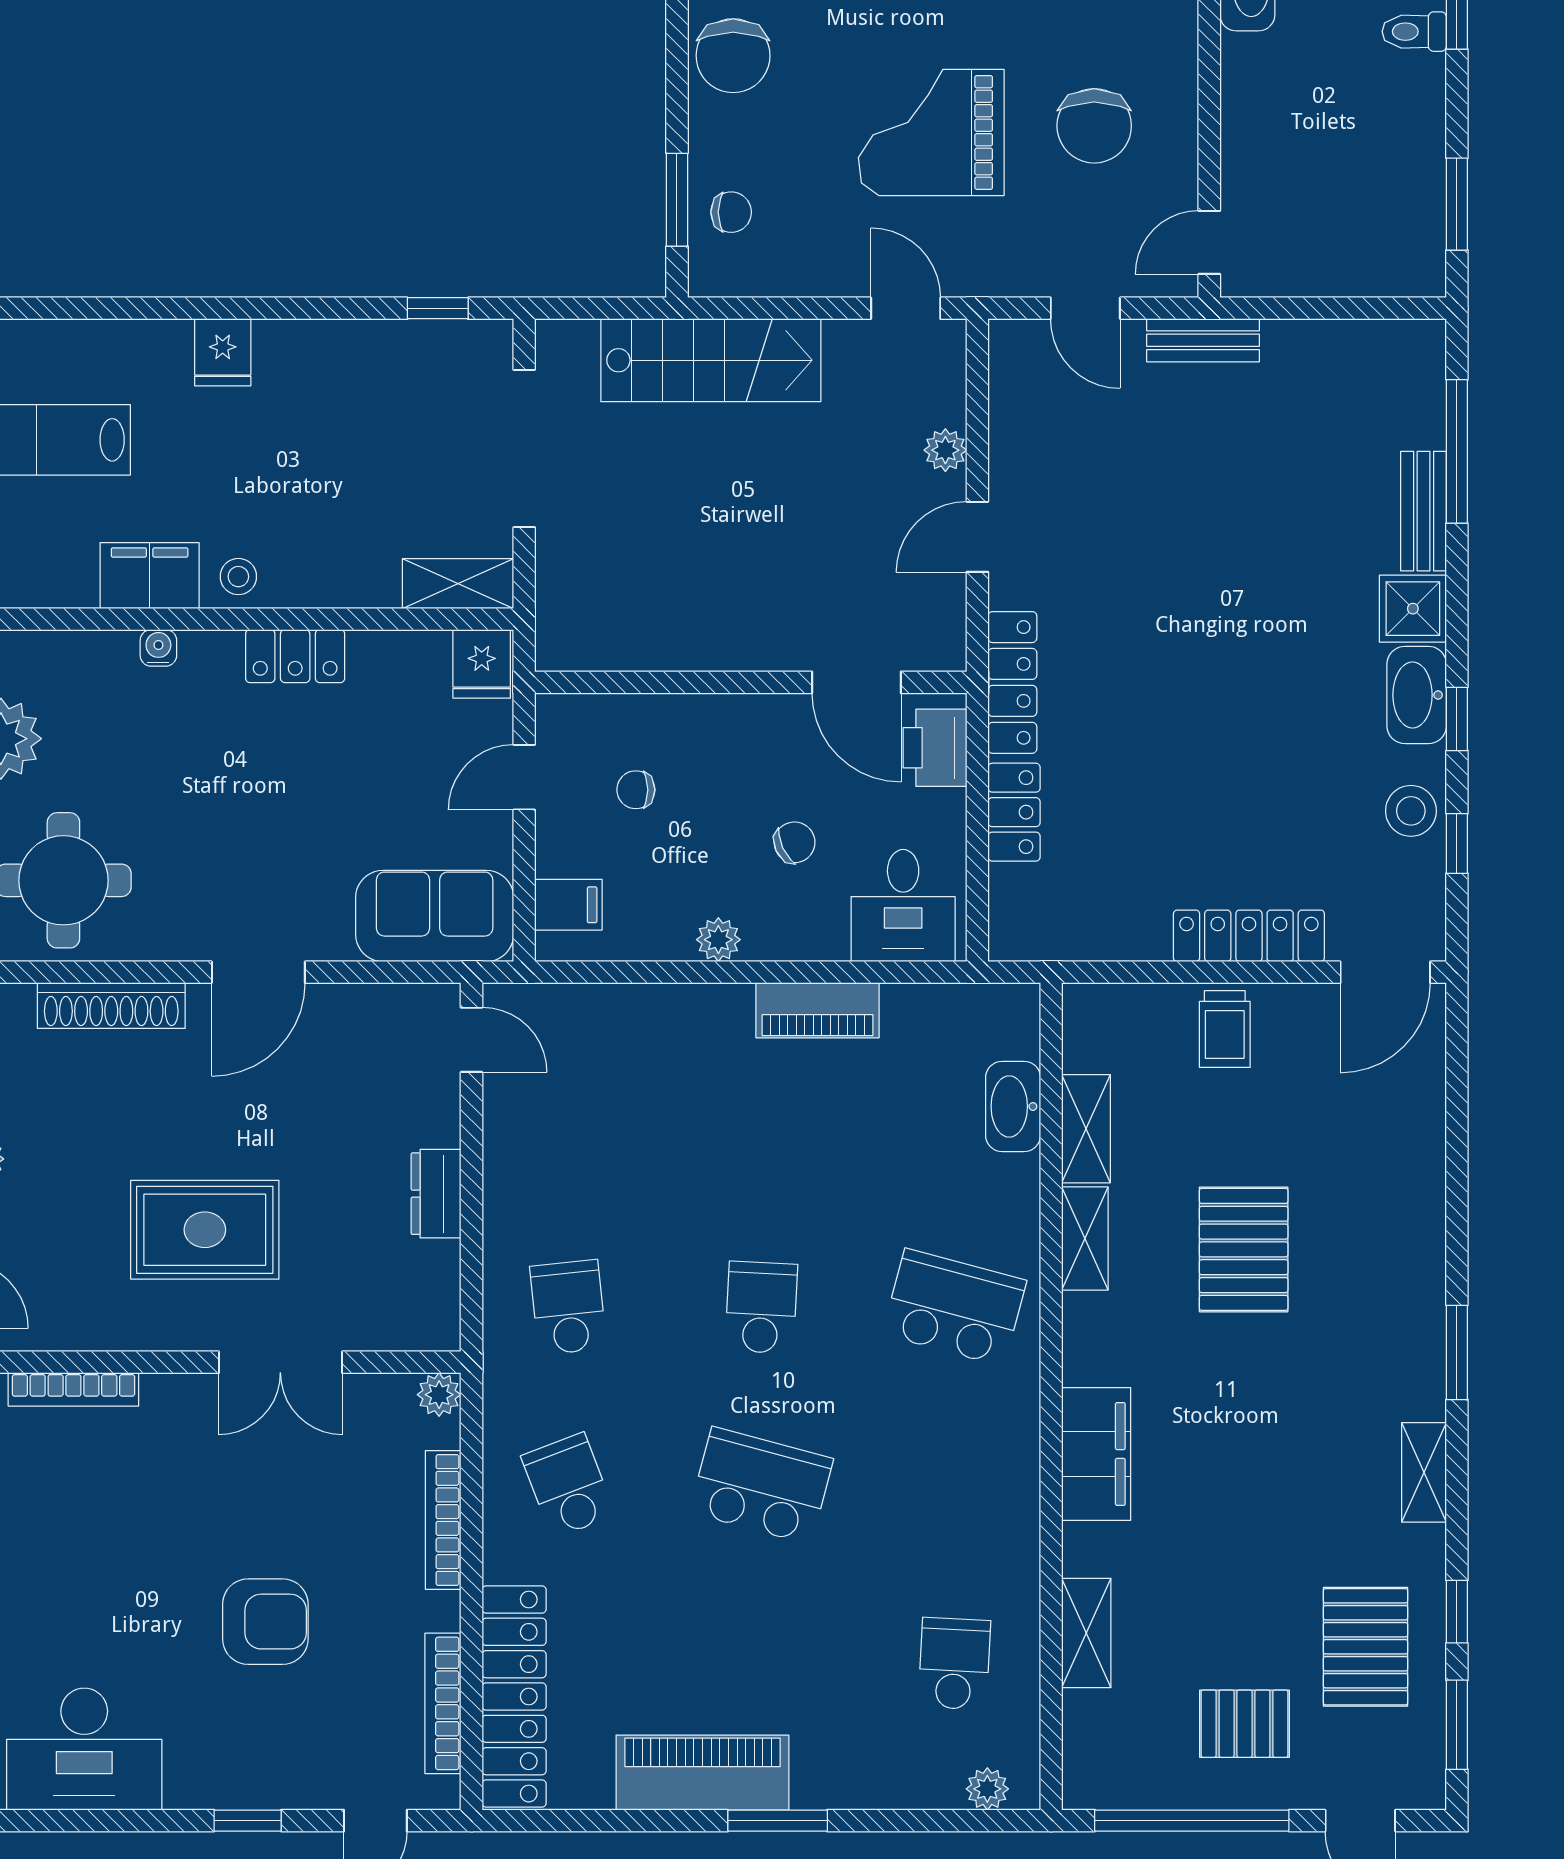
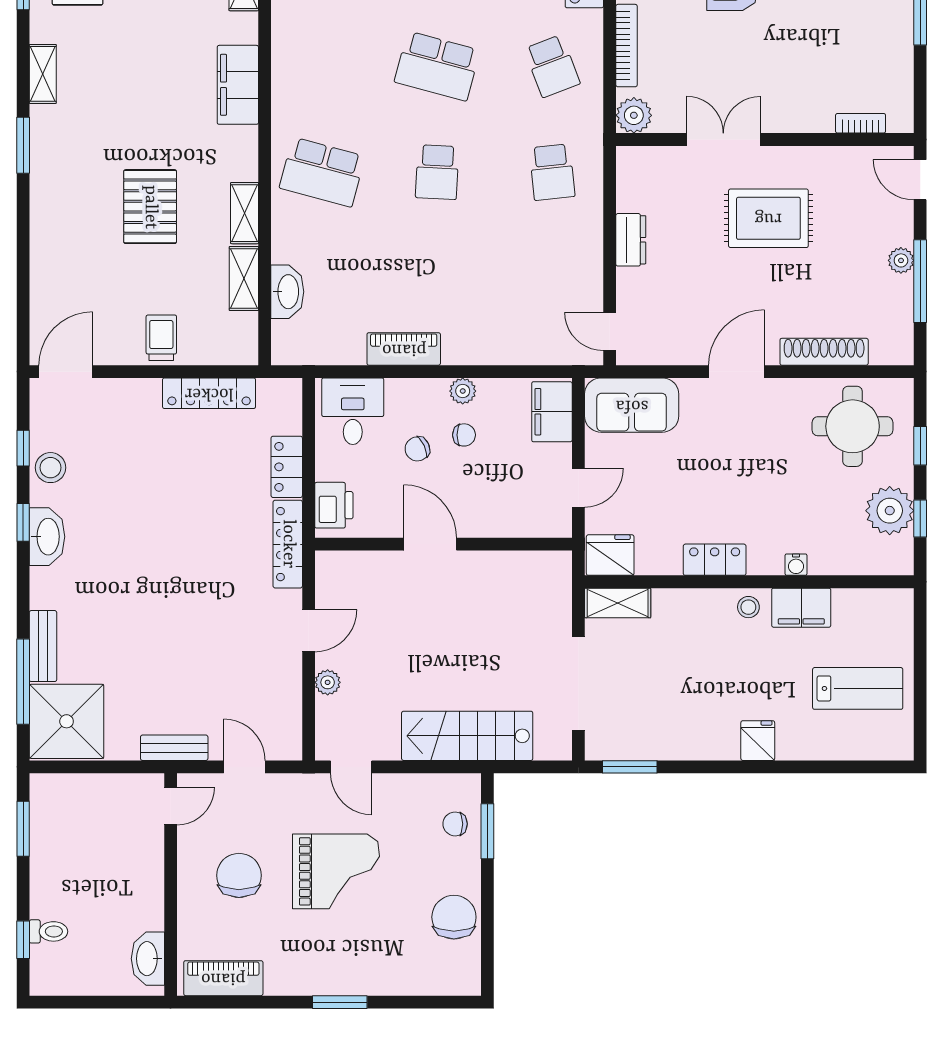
window: (438, 308) -> (630, 767), width x1.50
shower: (1413, 609) -> (67, 721), moved, width x1.86, depth x1.86
fridge: (482, 664) -> (610, 555), width x1.38
door: (856, 682) -> (430, 544), moved
chair: (636, 790) -> (464, 435), moved
filing cabinet: (568, 905) -> (552, 412), width x2.00
locker: (1249, 936) -> (209, 393), moved
bookcase: (73, 1389) -> (861, 123), width x0.64
plant: (439, 1395) -> (634, 115), width x1.38, depth x1.38

